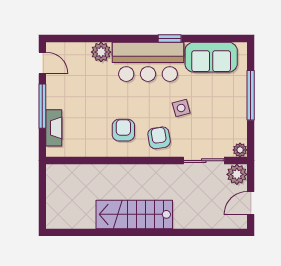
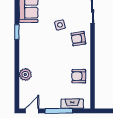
bar counter: (148, 62) -> (31, 45), removed
armchair: (123, 130) -> (79, 76), moved

